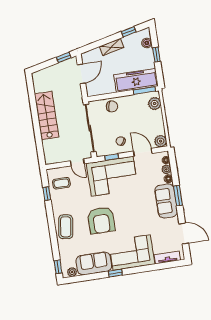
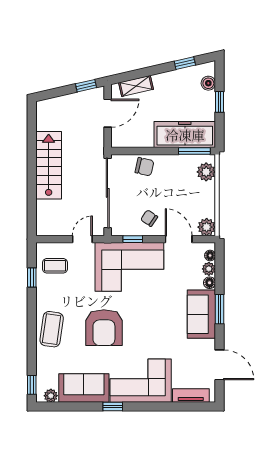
shelving: (111, 47) -> (136, 86), moved
door: (77, 162) -> (82, 239), swing flipped

